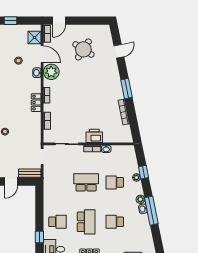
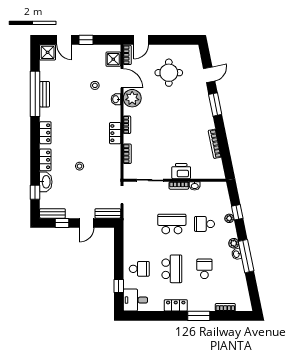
round table: (83, 49) -> (169, 73), turned -33
window: (126, 89) -> (215, 104), moved
school desk: (115, 222) -> (204, 269), turned 90

